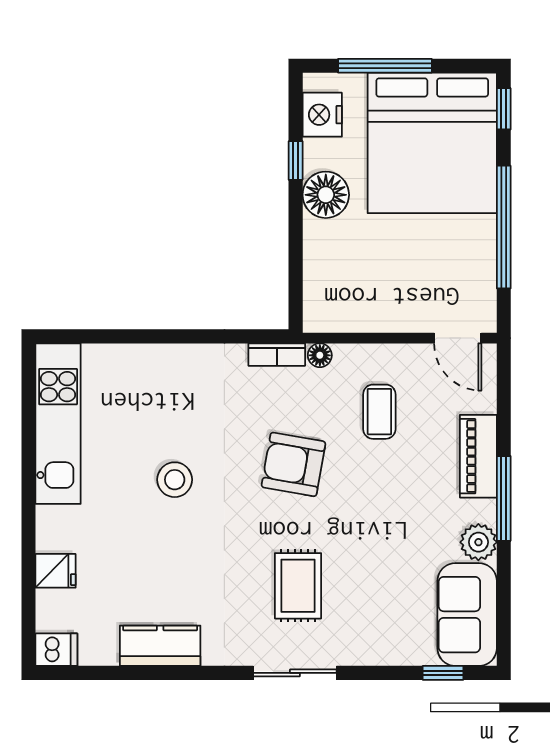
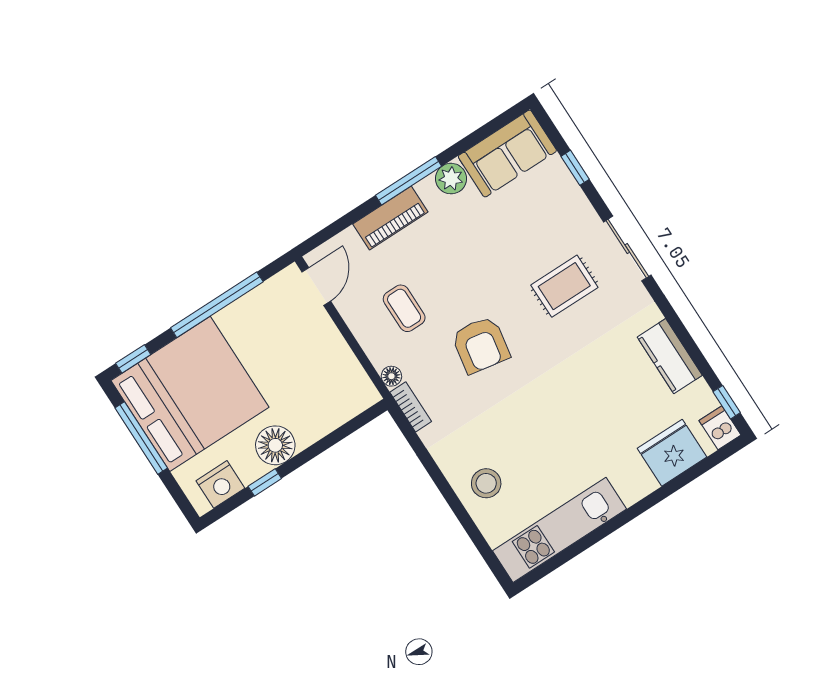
window: (385, 66) -> (141, 438), moved
coffee table: (379, 412) -> (404, 308), turned 90
stool: (175, 480) -> (486, 483), moved
fridge: (56, 571) -> (672, 453), width x1.88, depth x1.34
window: (77, 673) -> (727, 402), added
window: (443, 673) -> (575, 168), moved

